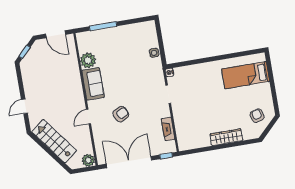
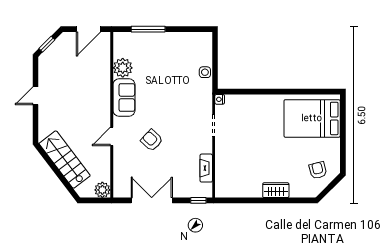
door: (56, 34) -> (88, 29), hinge flipped
bed: (246, 75) -> (312, 118), width x1.50
door: (24, 106) -> (36, 96), moved
armchair: (121, 114) -> (152, 140), turned -110
wardrobe: (226, 137) -> (276, 190), width x0.67
double door: (129, 162) -> (152, 200), width x0.73

